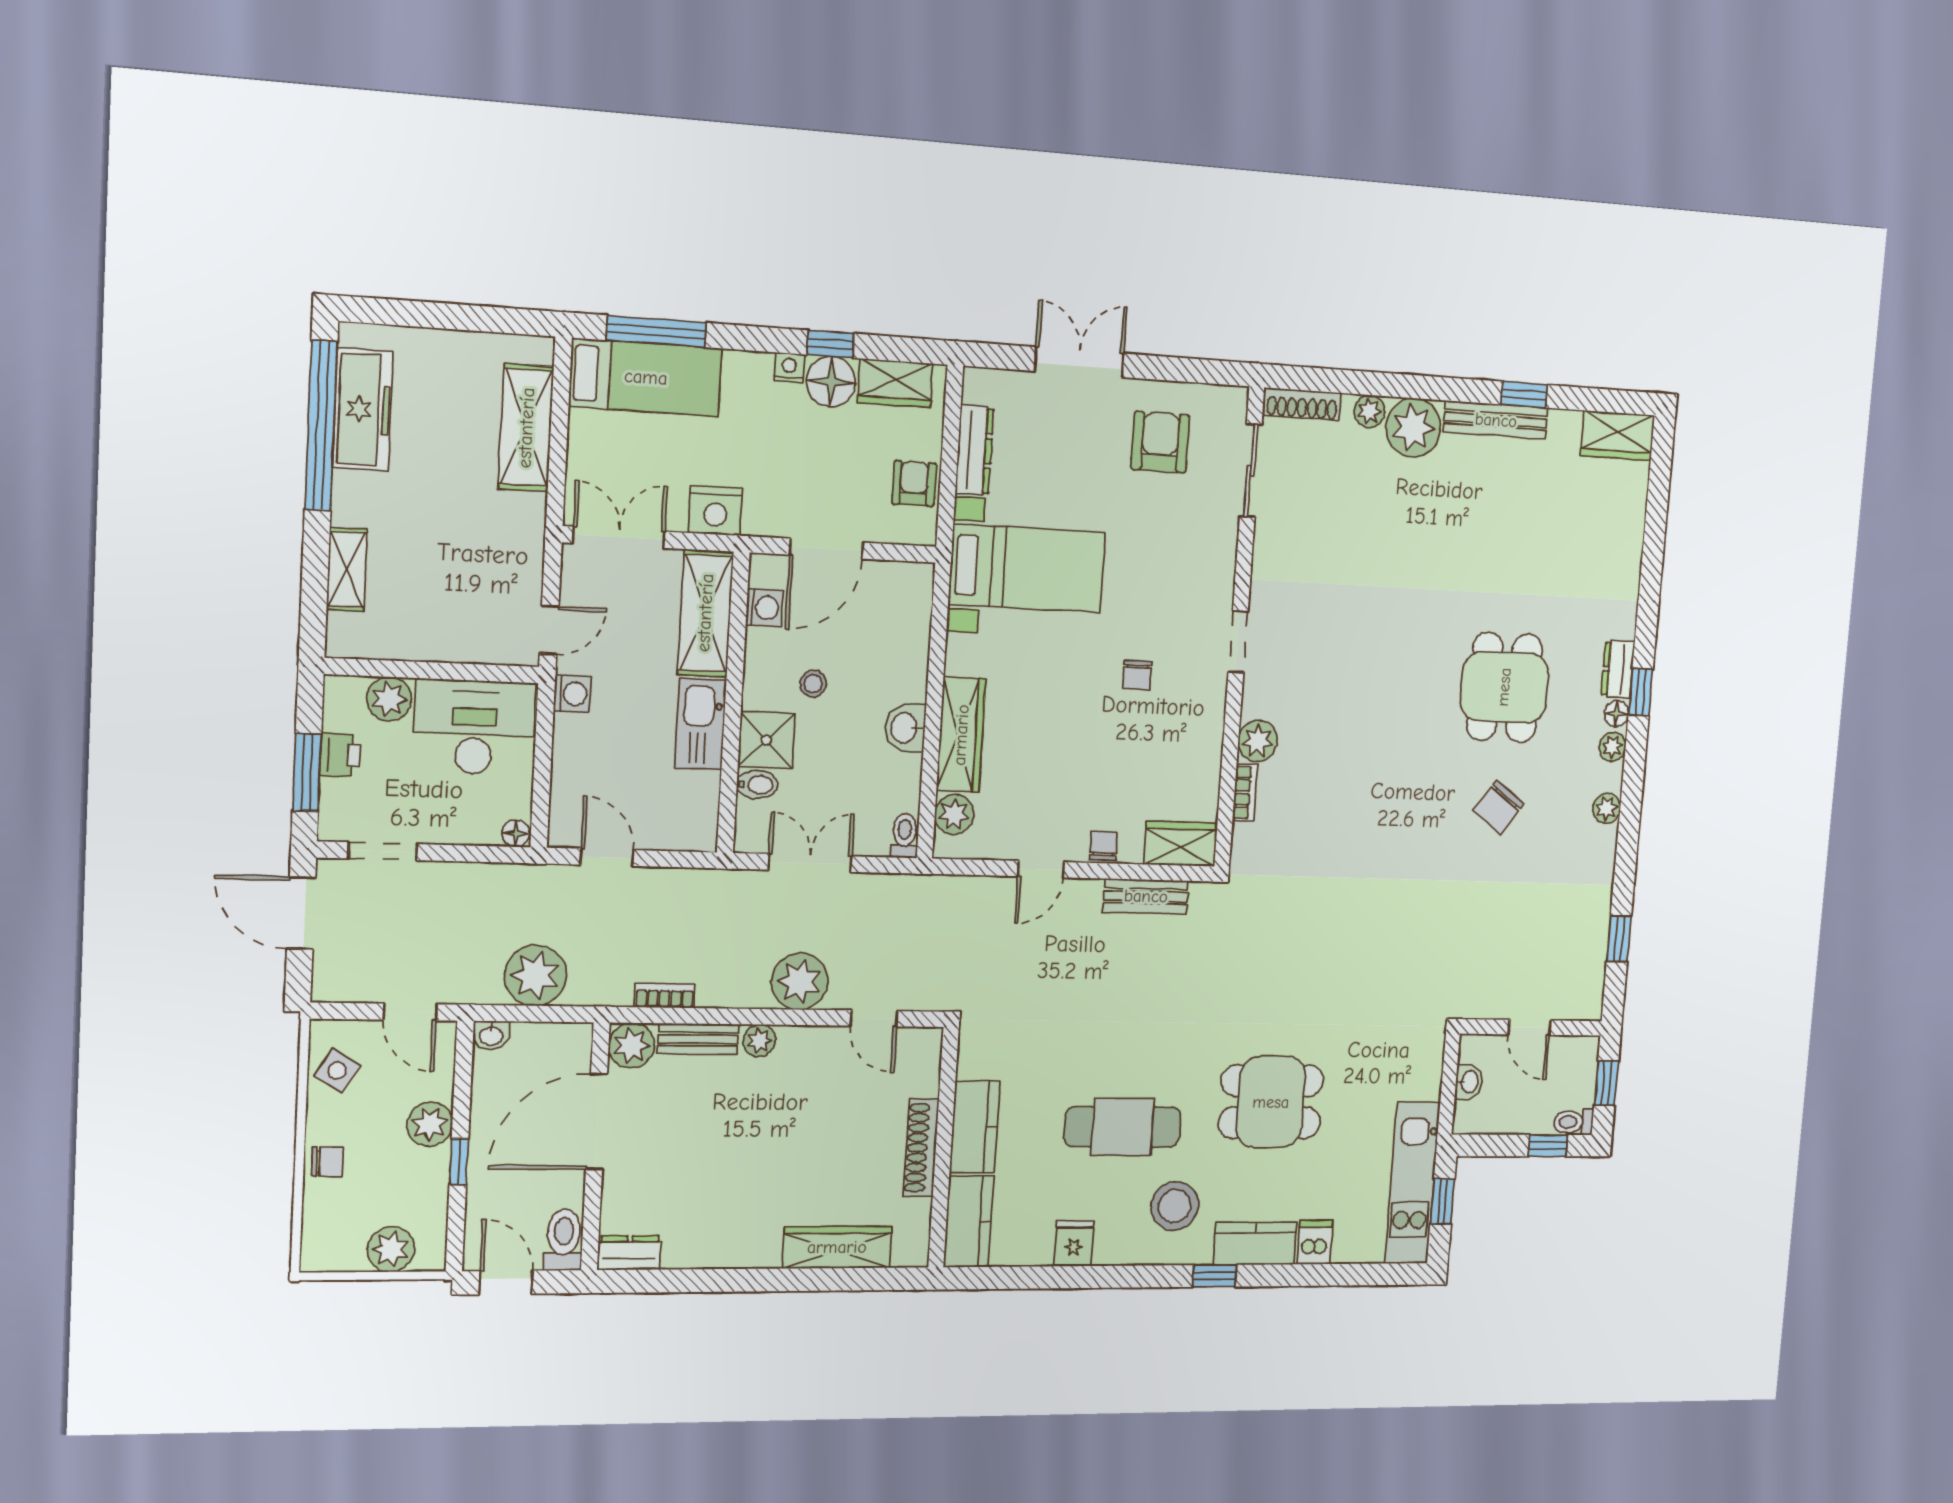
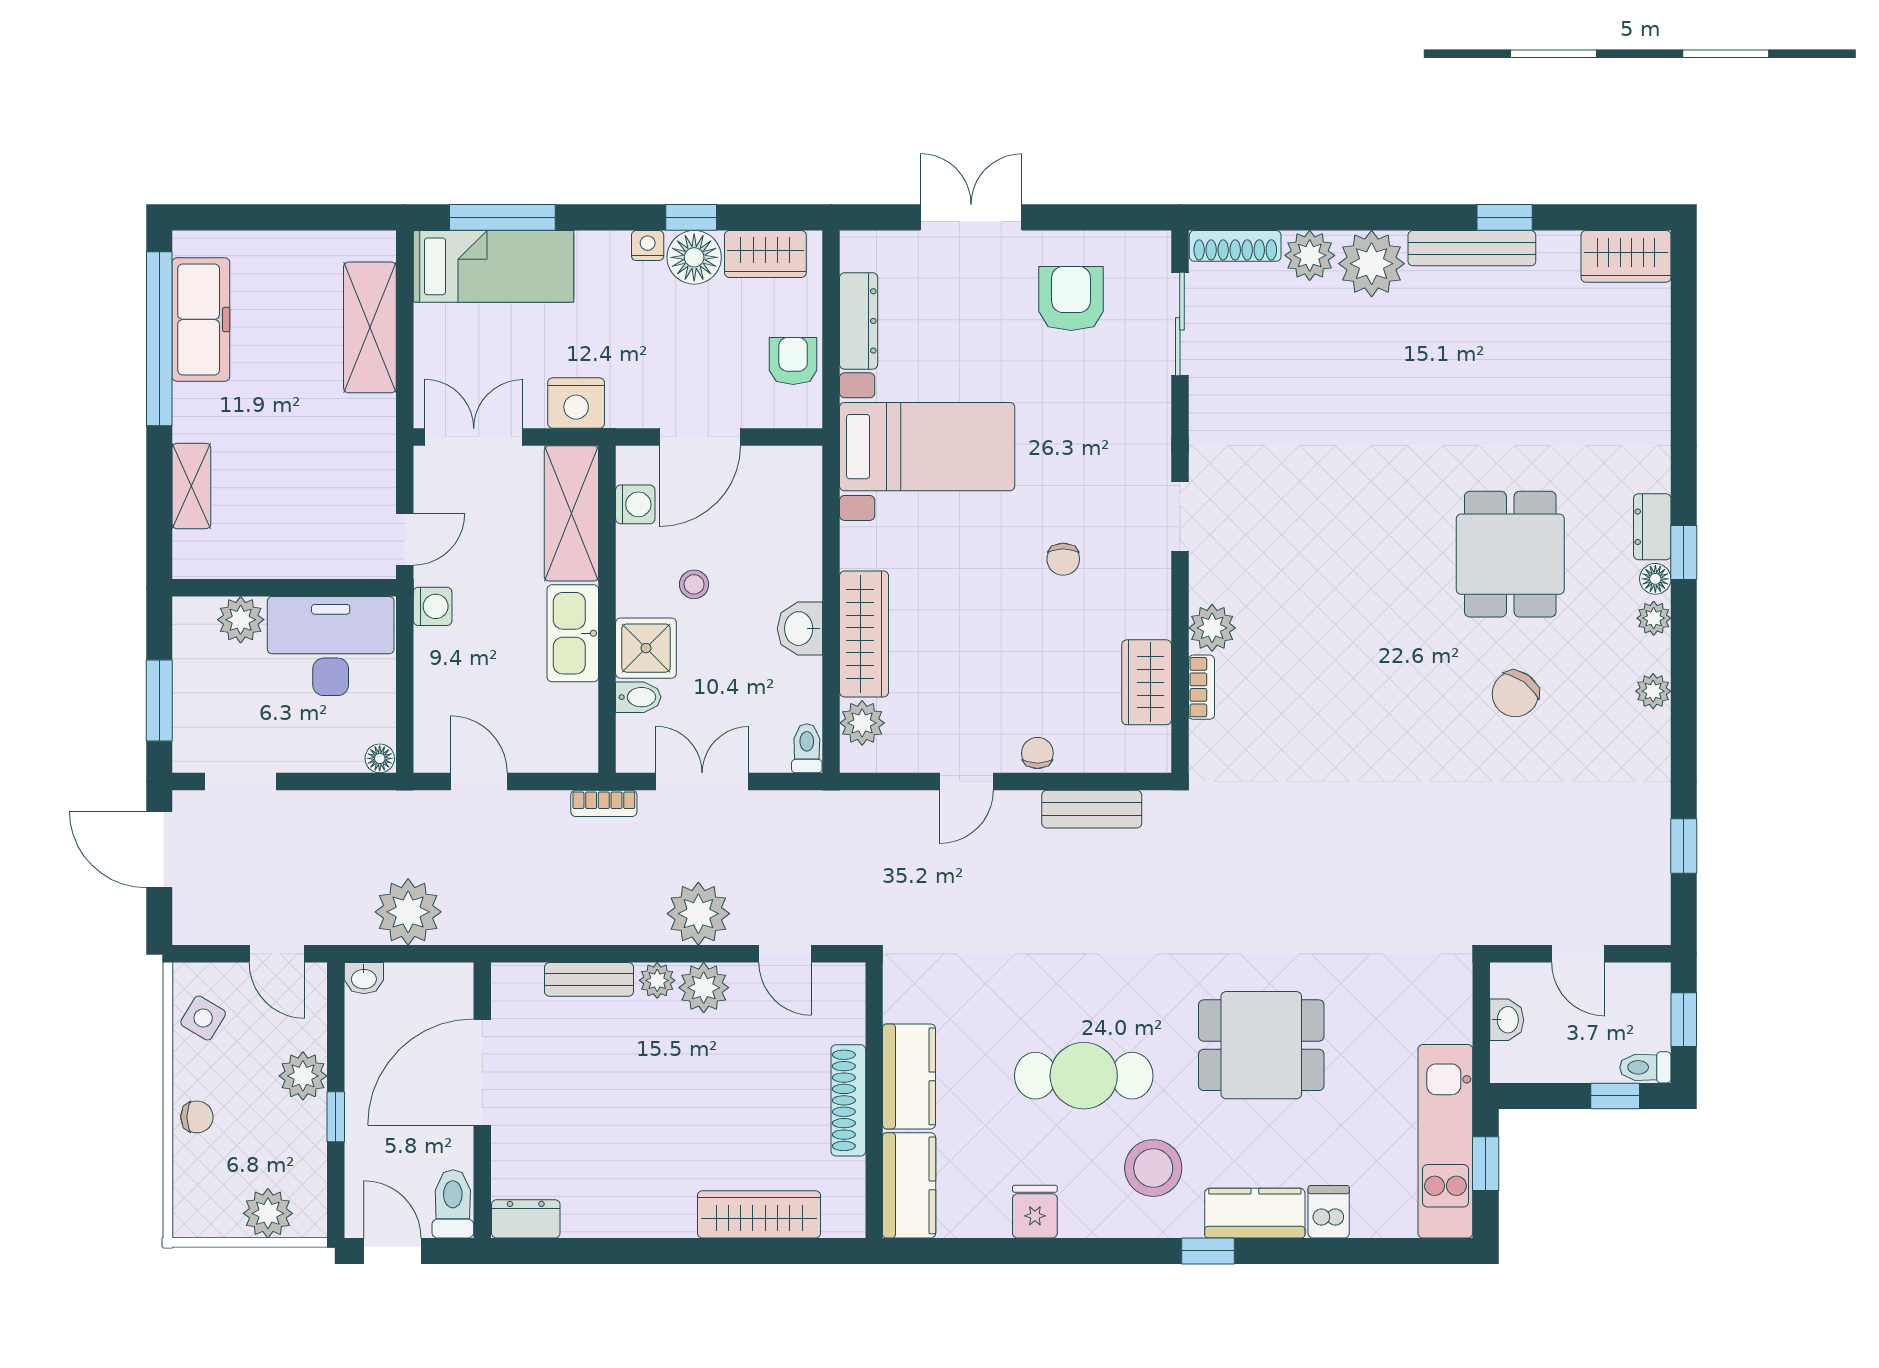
plant: (1369, 411) -> (1310, 255), width x1.38, depth x1.38
printer: (340, 755) -> (193, 681), removed
wardrobe: (1181, 844) -> (1147, 682), moved, turned -90
bookcase: (665, 996) -> (604, 803), moved, turned 180
plant: (631, 1046) -> (704, 988), moved

